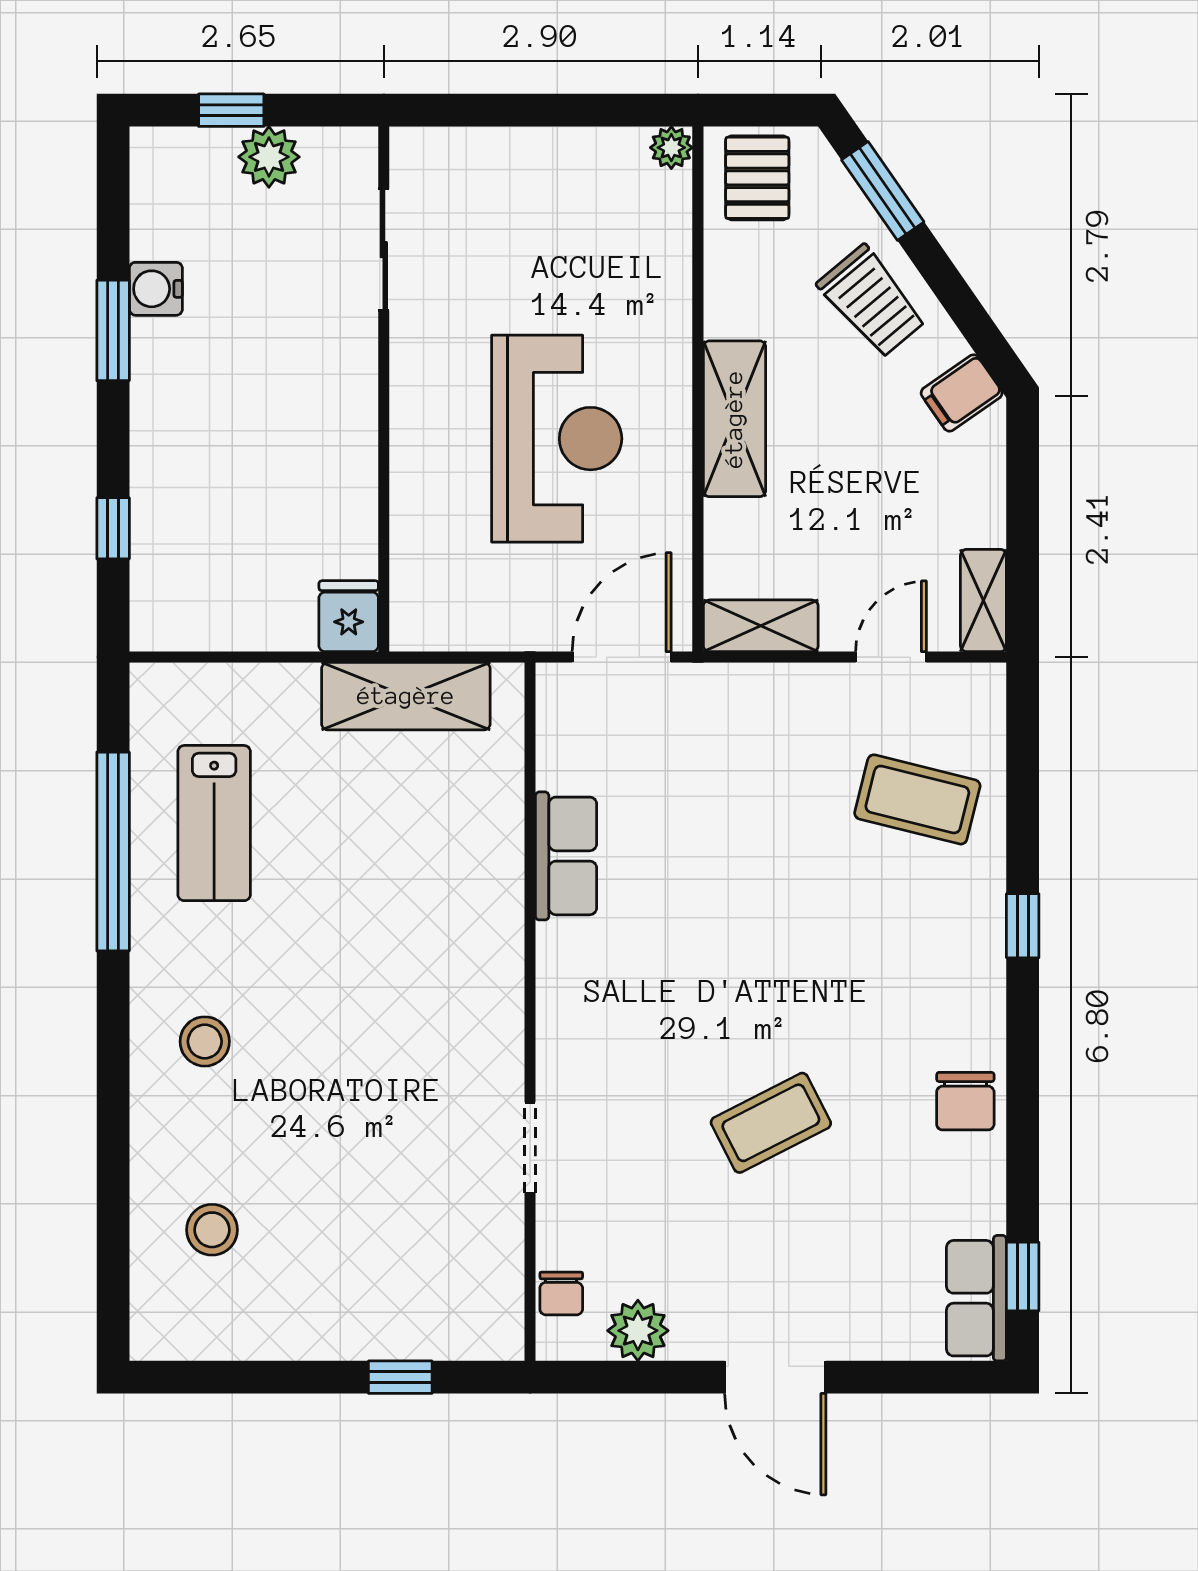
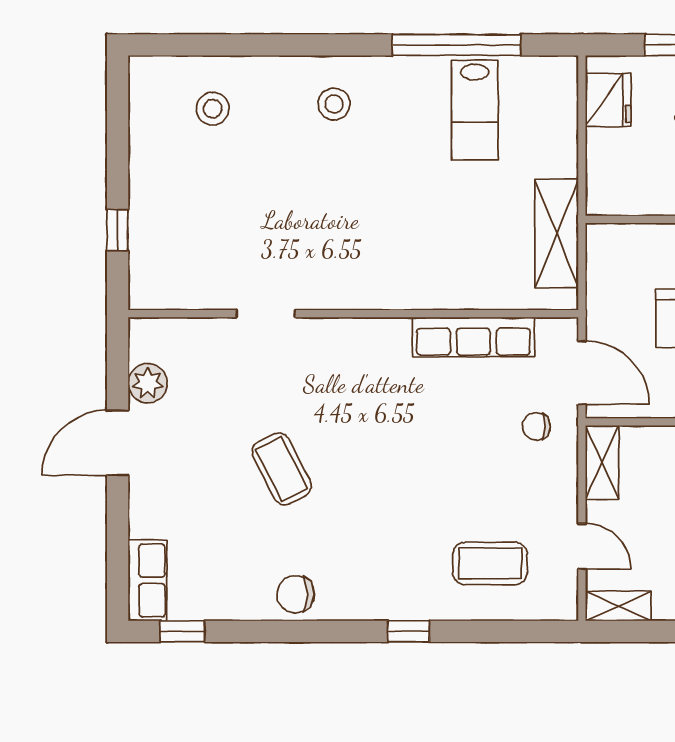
fridge: (349, 616) -> (608, 100), moved, width x1.38
coffee table: (917, 799) -> (490, 563), turned 76
lab bench: (214, 823) -> (475, 110), turned -90
row of seats: (566, 856) -> (473, 337), width x1.48
chair: (561, 1293) -> (536, 427), moved
row of seats: (976, 1298) -> (147, 580), moved, turned 90
door: (775, 1377) -> (118, 443), moved

